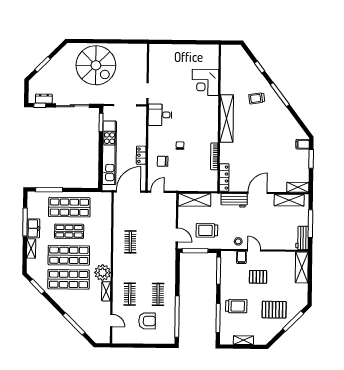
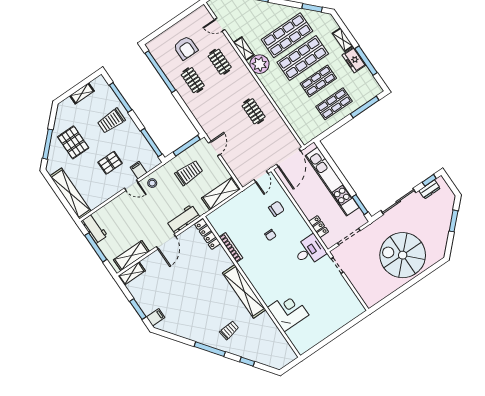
locker: (141, 155) -> (319, 227), moved
shop shelf: (69, 207) -> (334, 104), width x0.70, depth x0.74
door: (177, 235) -> (214, 149), swing flipped
shelving: (302, 267) -> (70, 194), width x1.47
pallet: (274, 310) -> (73, 142), turned 90
armchair: (147, 321) -> (186, 48), turned -90

